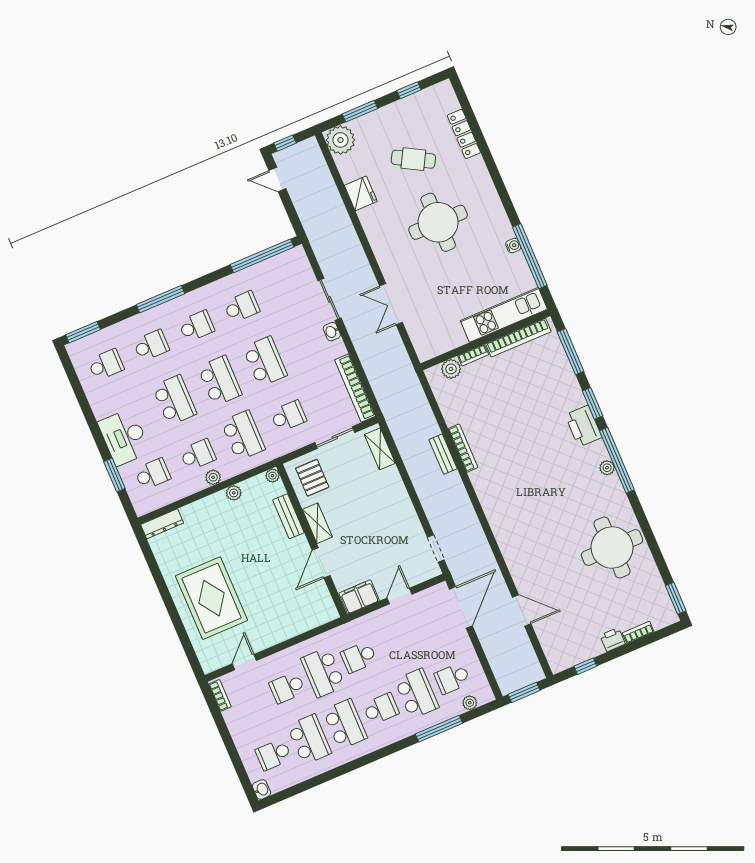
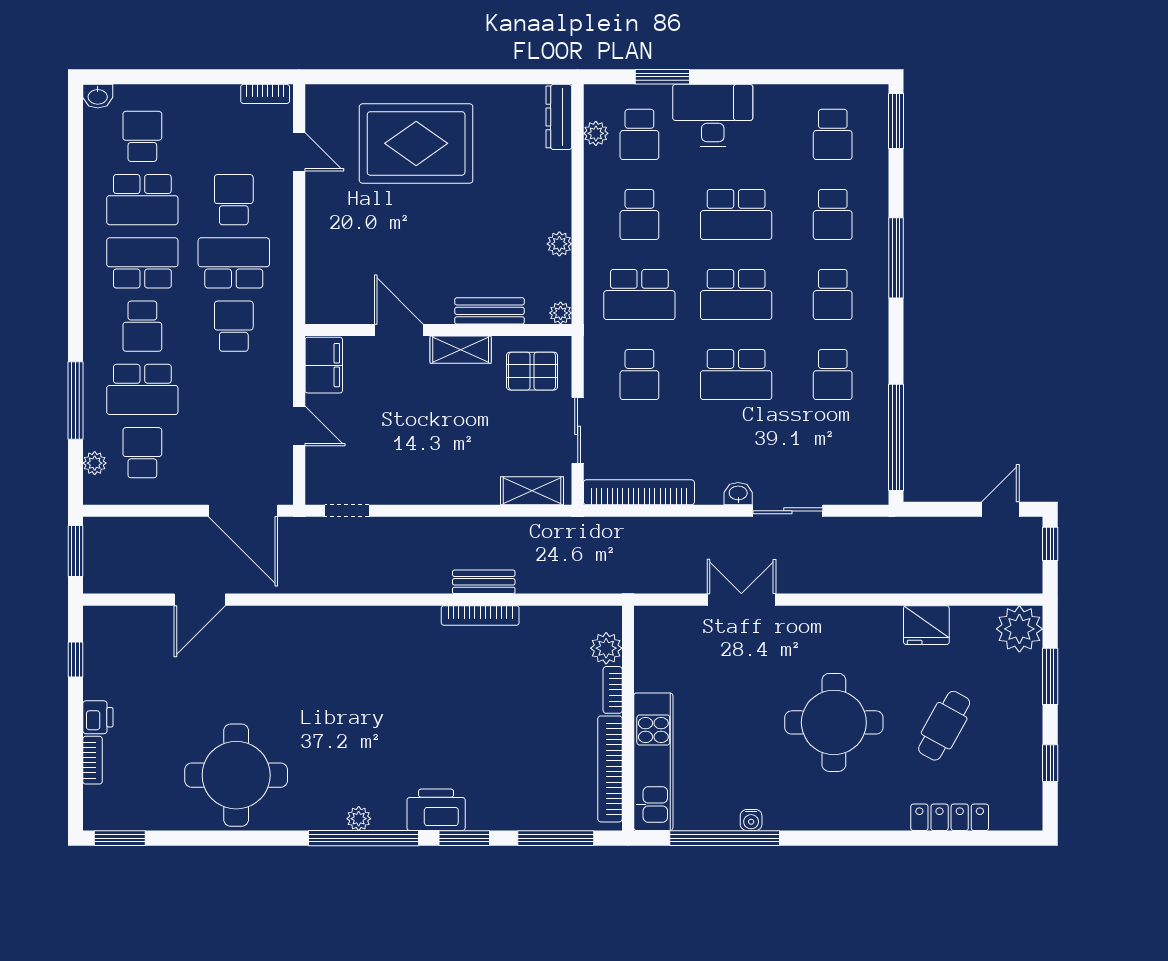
plant: (213, 477) -> (596, 133), moved
school desk: (345, 724) -> (142, 263), turned 180

